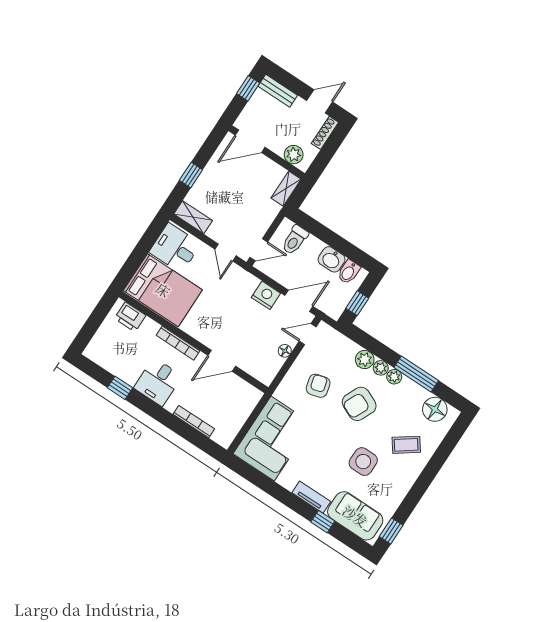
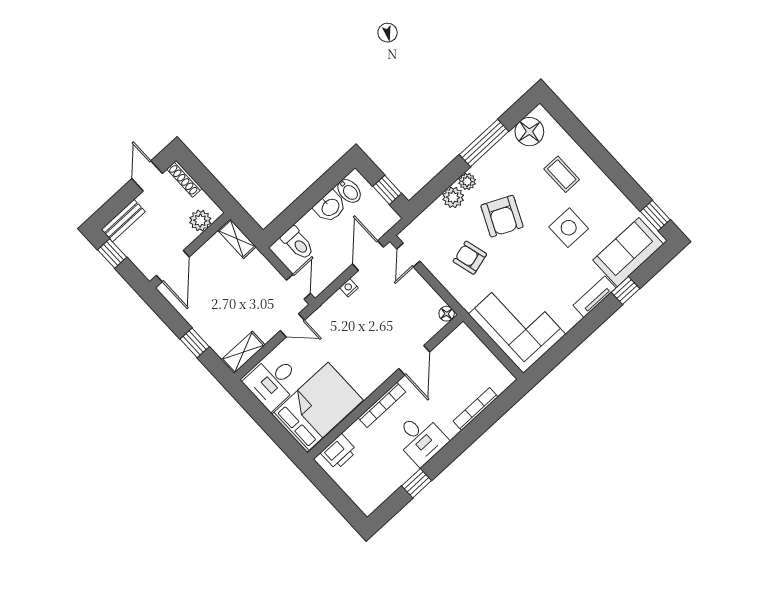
nightstand: (266, 295) -> (349, 288), width x0.53, depth x0.56
floor lamp: (285, 351) -> (447, 314), moved
plant: (394, 377) -> (481, 169), removed
coffee table: (406, 445) -> (562, 174), turned -54

